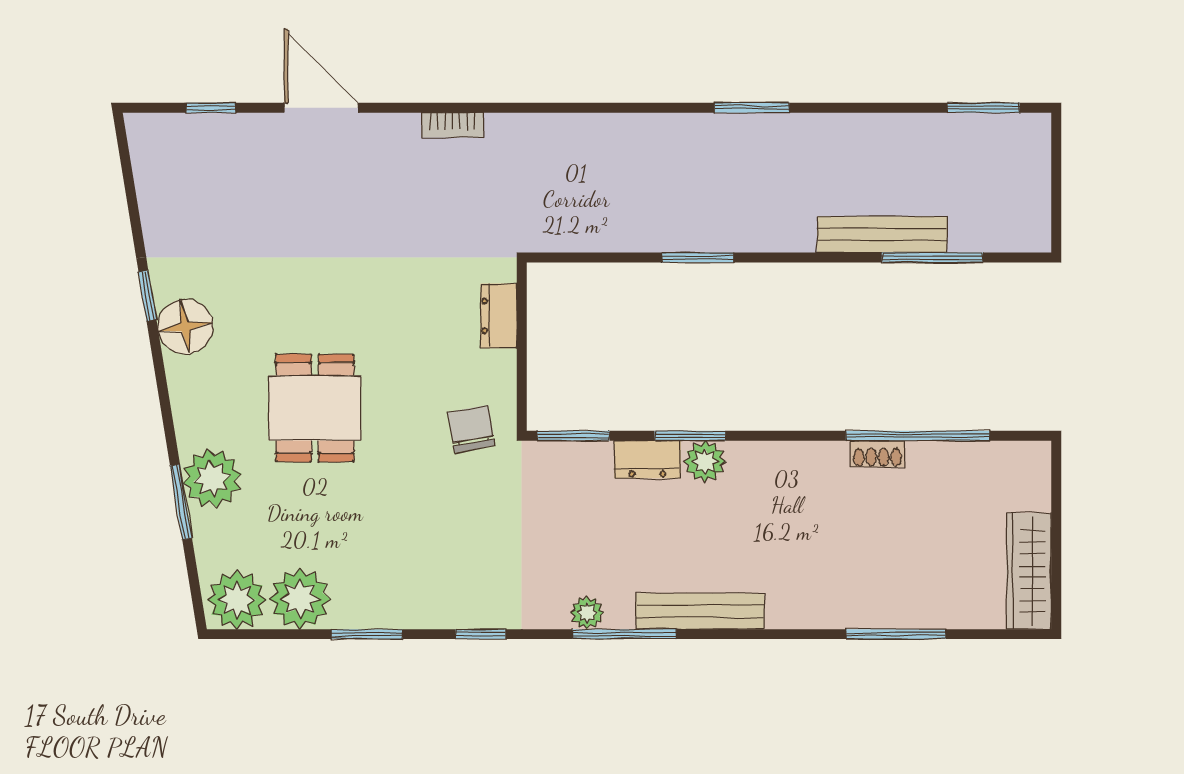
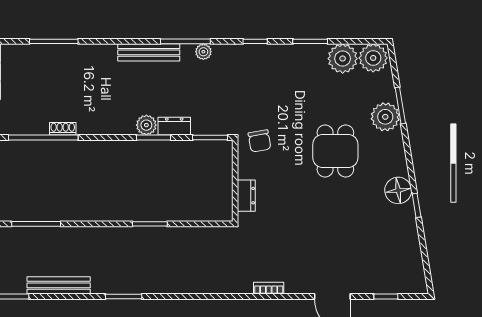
bench: (882, 235) -> (59, 285), moved

